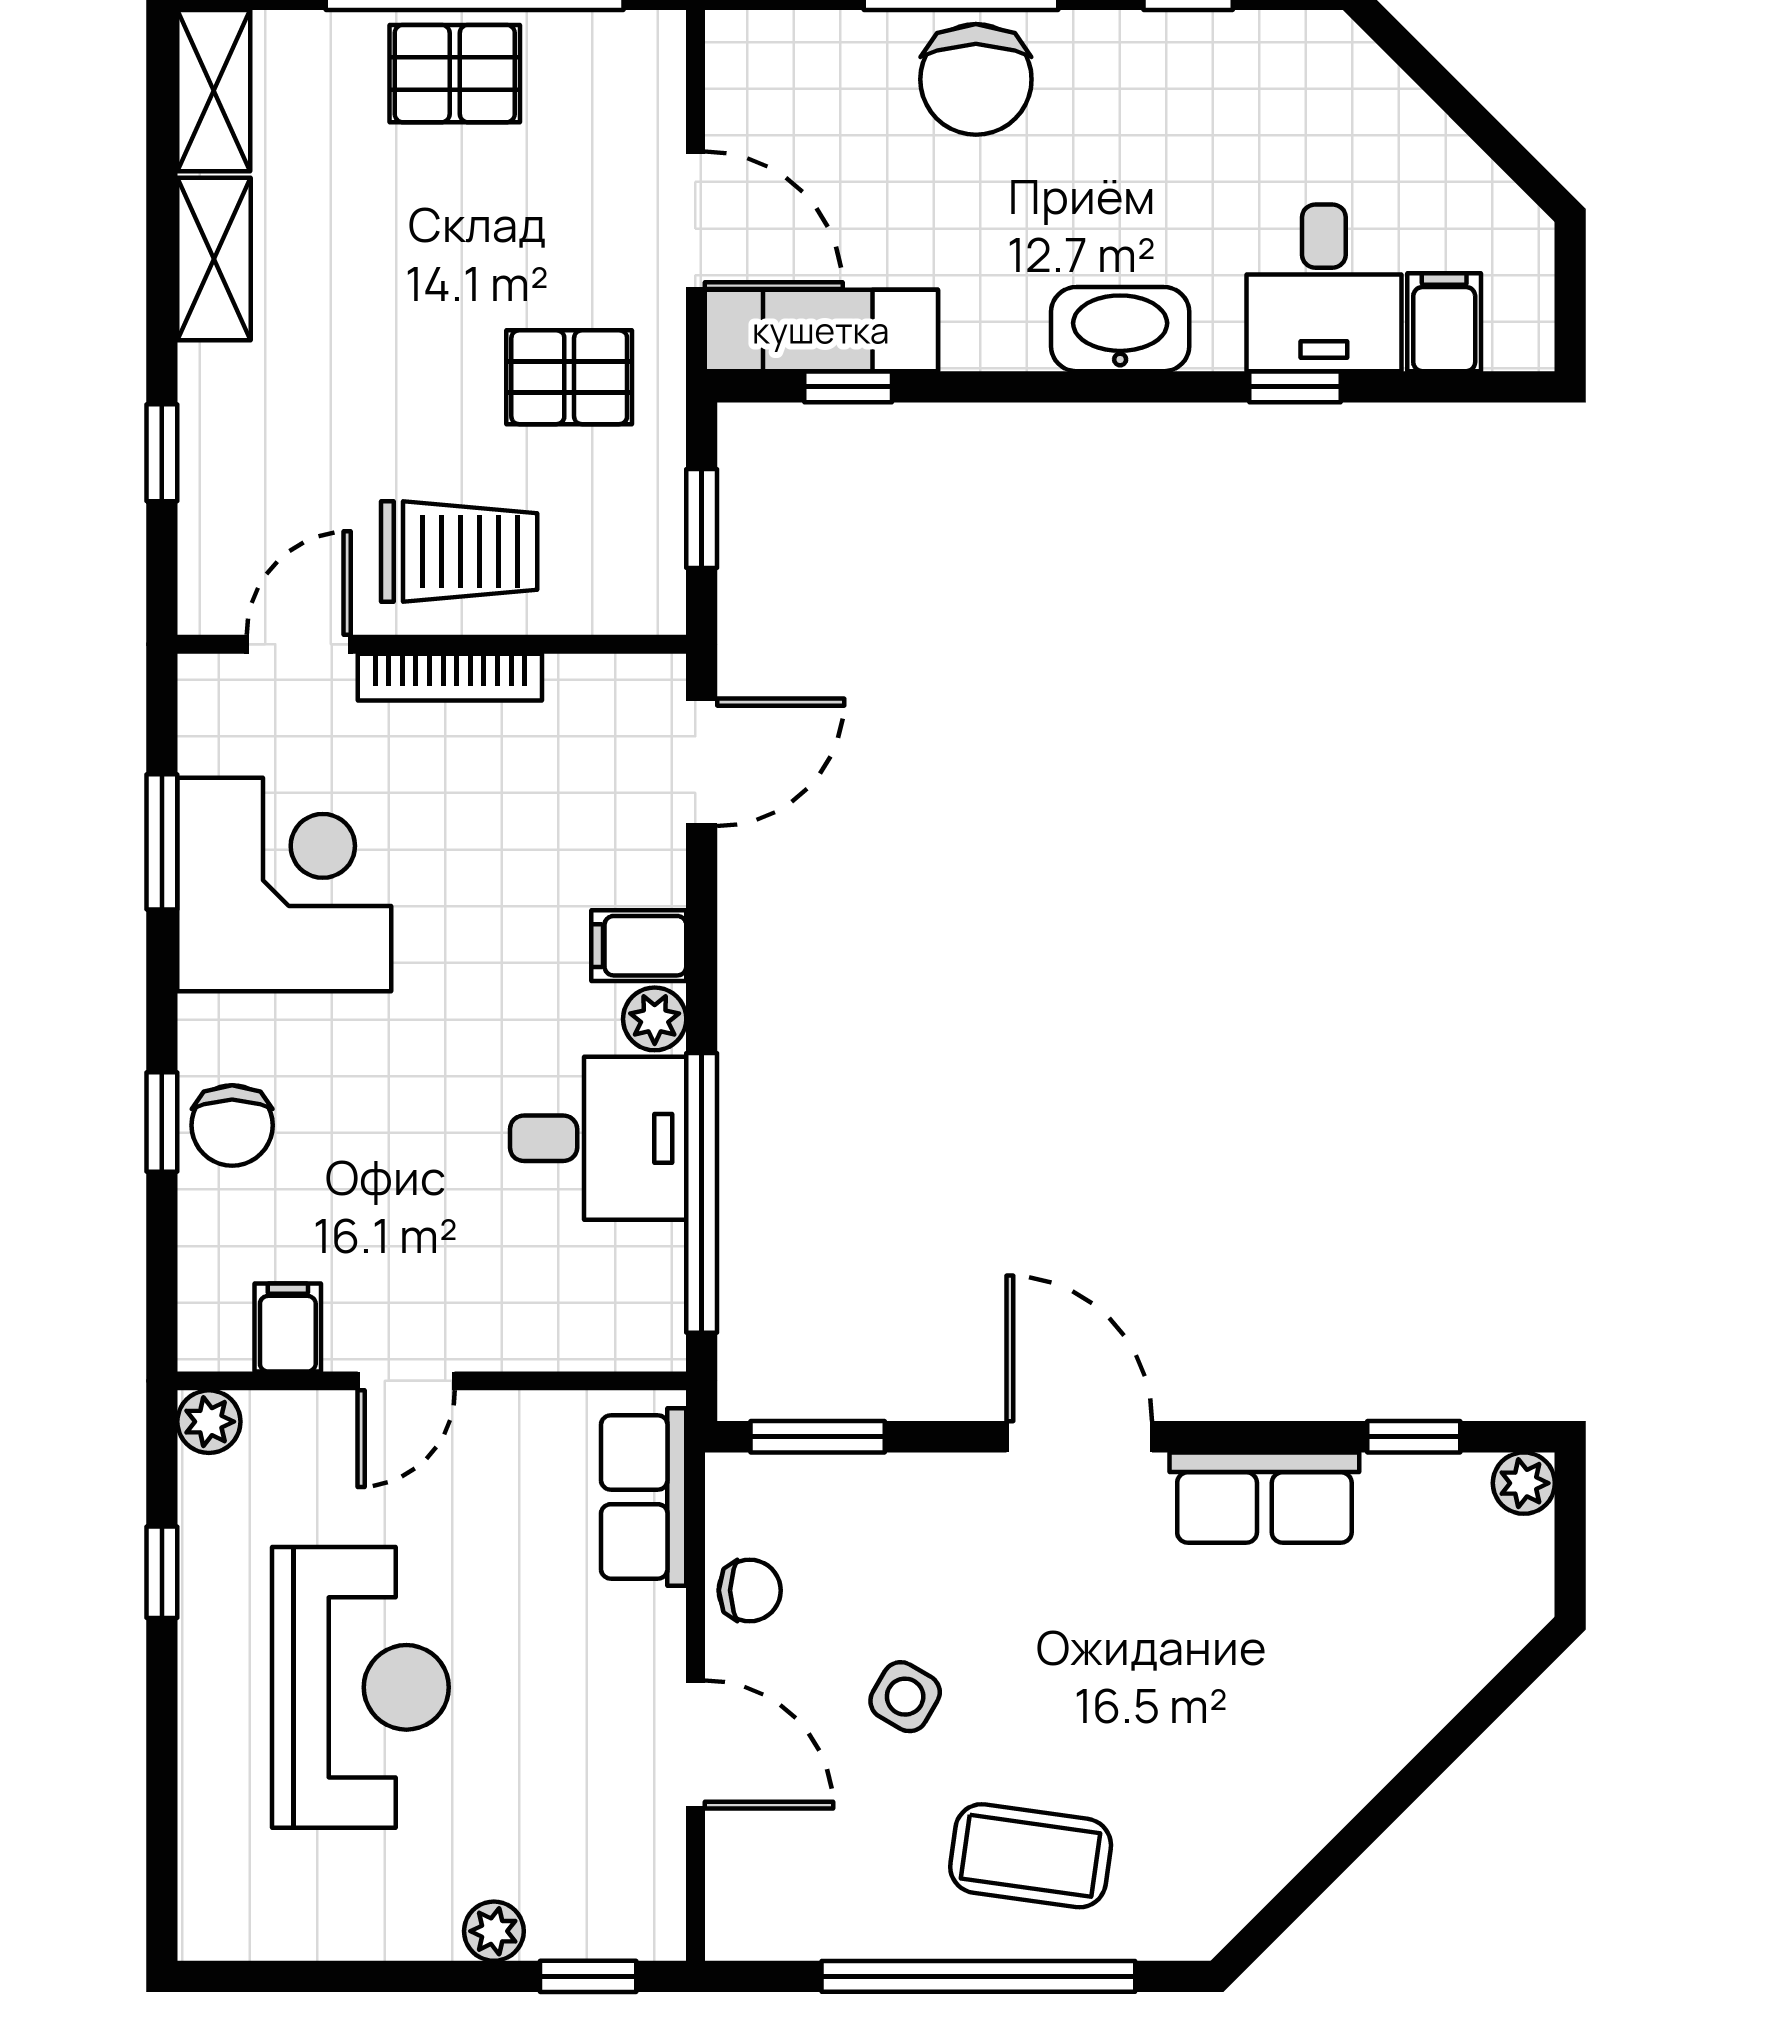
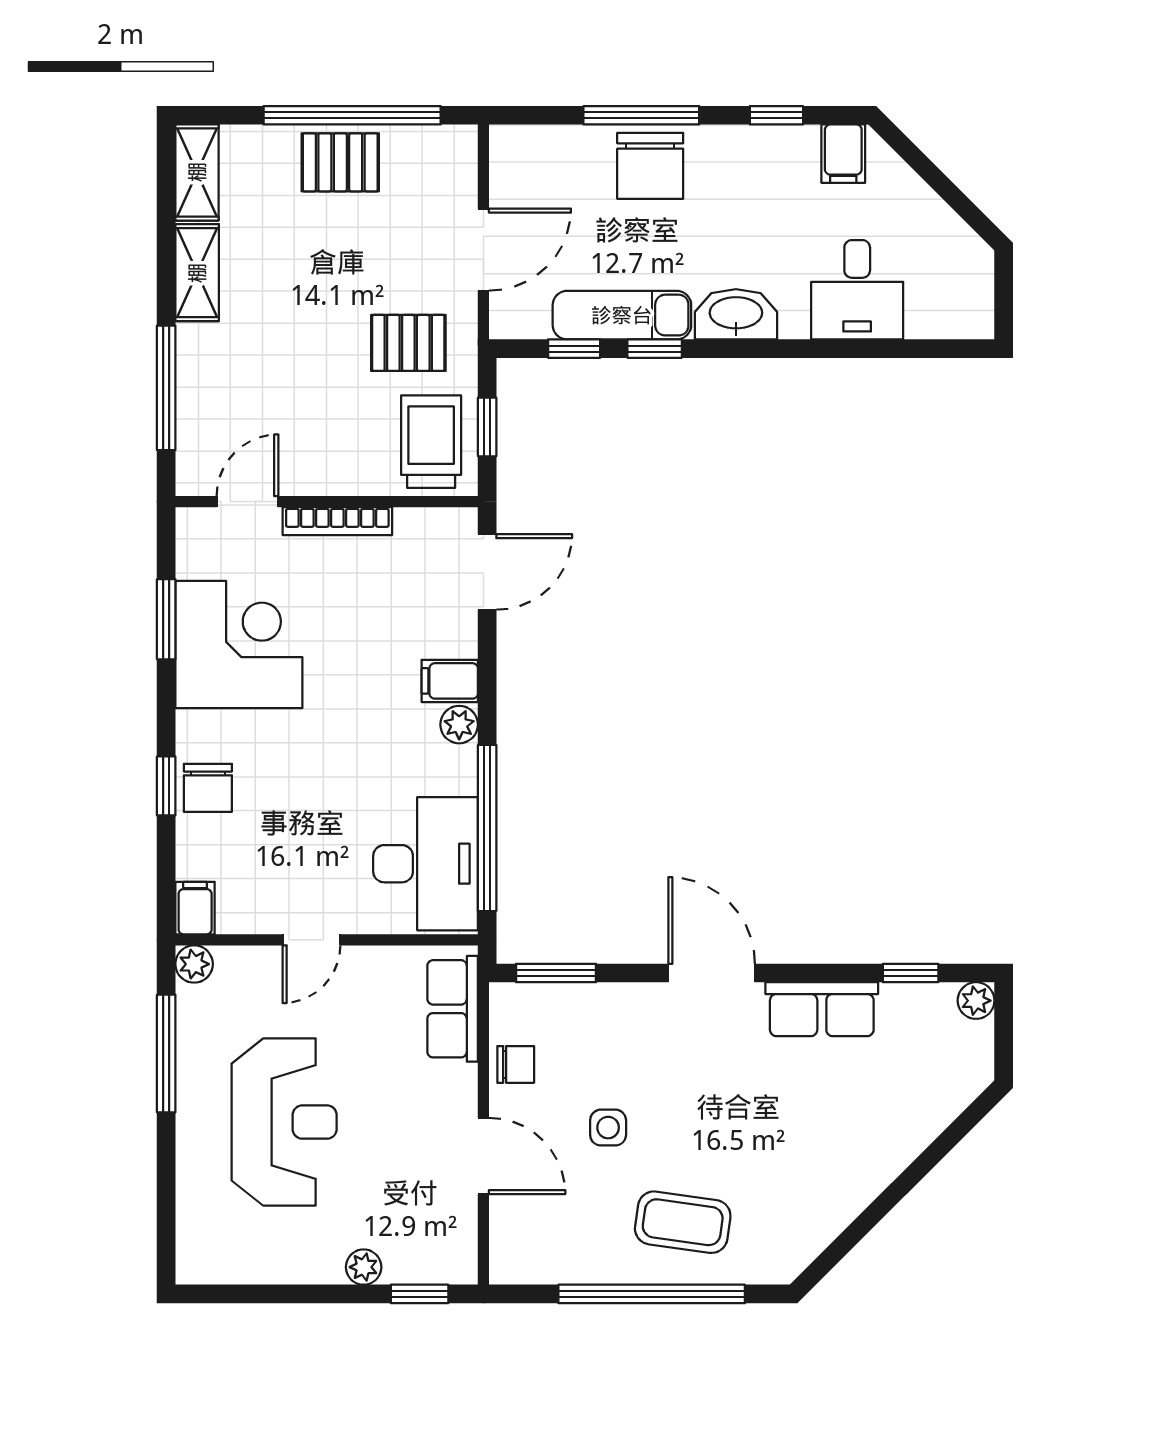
door: (695, 220) -> (483, 250), hinge flipped
filing cabinet: (1444, 322) -> (843, 154), moved, turned 180
exam couch: (821, 330) -> (622, 315), moved
window: (1295, 387) -> (655, 349), moved
window: (162, 453) -> (166, 388), width x2.17
trolley: (459, 551) -> (431, 442), moved, turned -90
desk: (598, 1138) -> (426, 864), moved, width x1.37
filing cabinet: (288, 1327) -> (195, 908), moved
window: (162, 1572) -> (166, 1054), width x2.17
side table: (905, 1697) -> (608, 1128), turned -30

